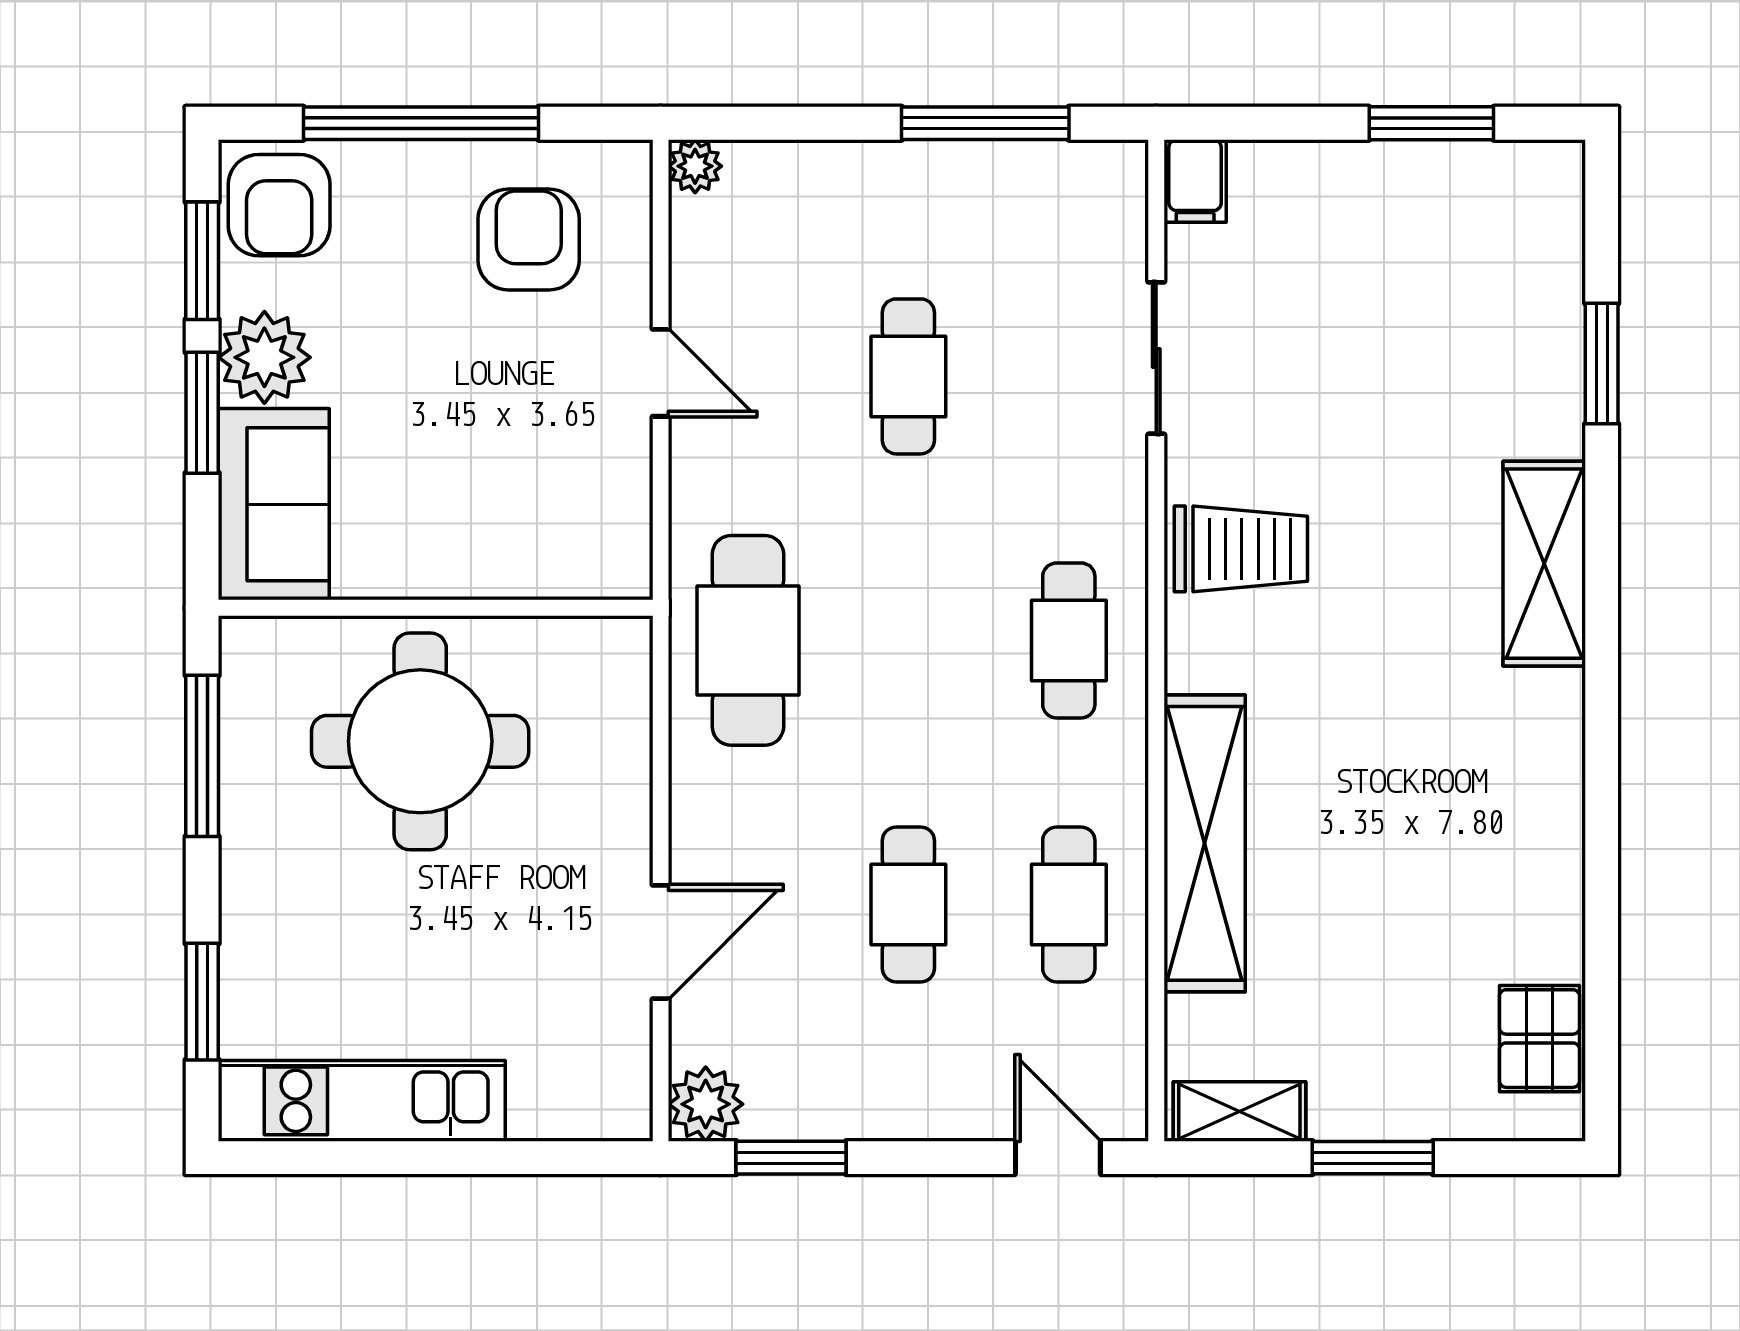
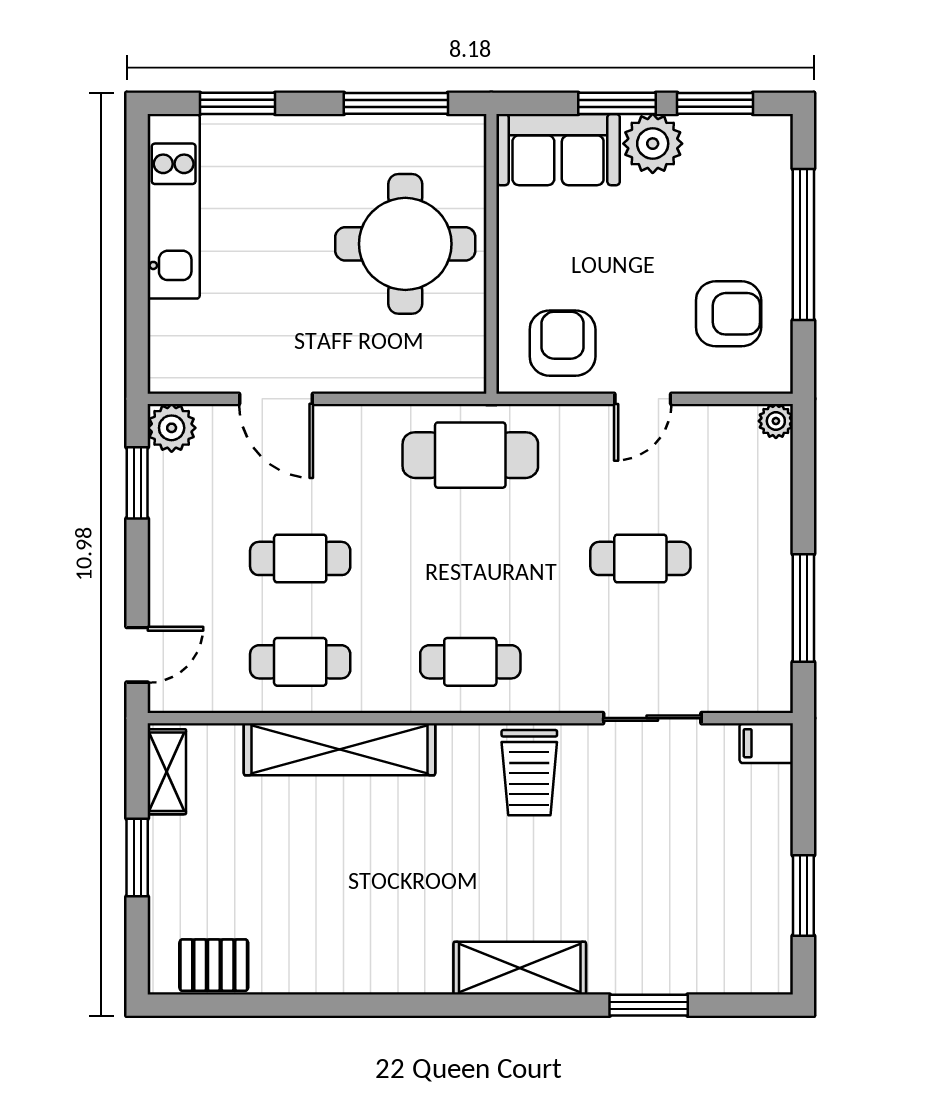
armchair: (279, 205) -> (563, 343), moved, turned 90

